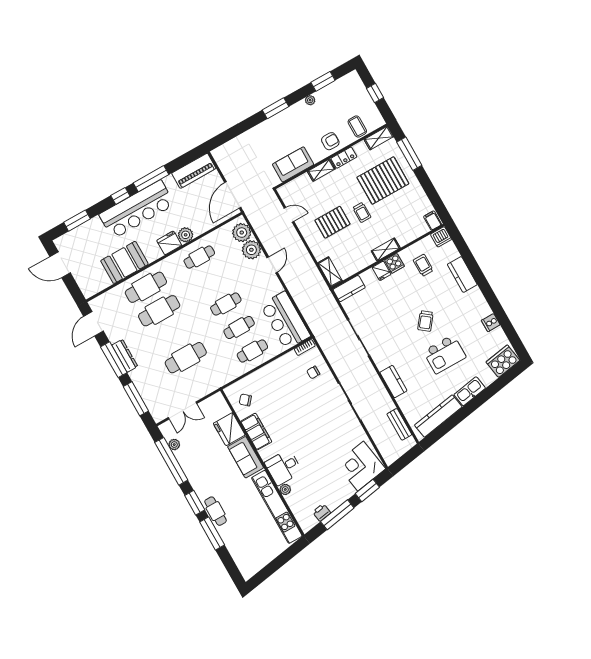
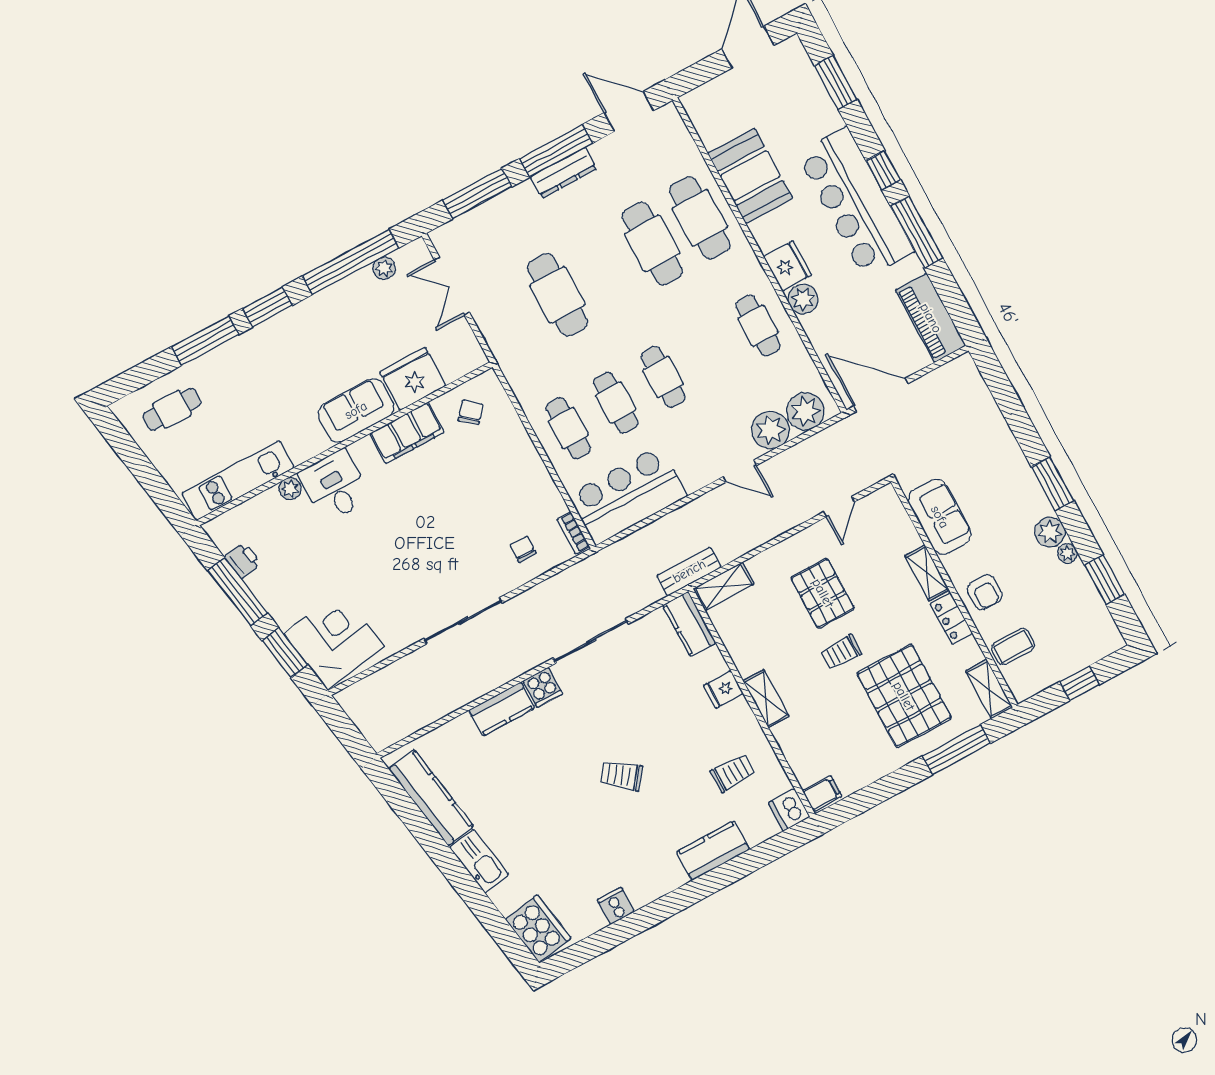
plant: (300, 109) -> (1050, 532), added
cooker: (394, 263) -> (543, 687), moved, turned -90
kitchen island: (445, 354) -> (554, 812), removed
bench: (399, 424) -> (689, 571), moved
kitchen unit: (277, 507) -> (238, 481), width x0.73
cafe table: (216, 511) -> (172, 409), moved

